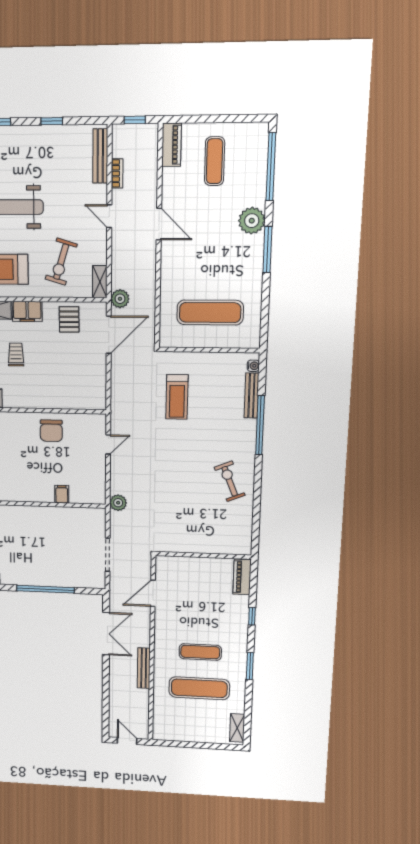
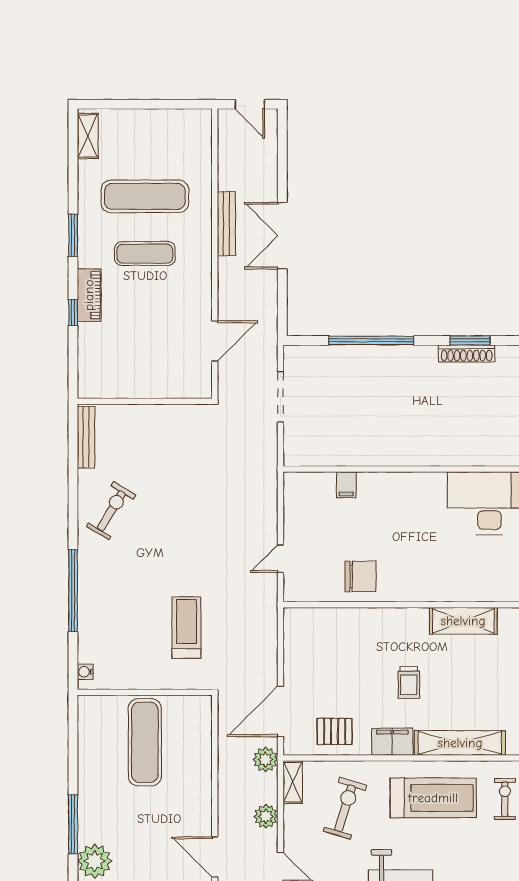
exercise mat: (210, 312) -> (145, 742), turned 90
pallet: (69, 319) -> (335, 731), turned 90
bench: (251, 396) -> (86, 437), moved
chair: (51, 431) -> (360, 576), turned 90
exercise bike: (230, 481) -> (111, 511), turned -127
plant: (118, 503) -> (266, 816), moved
piano: (242, 577) -> (89, 295), moved
double door: (106, 634) -> (282, 236), moved

